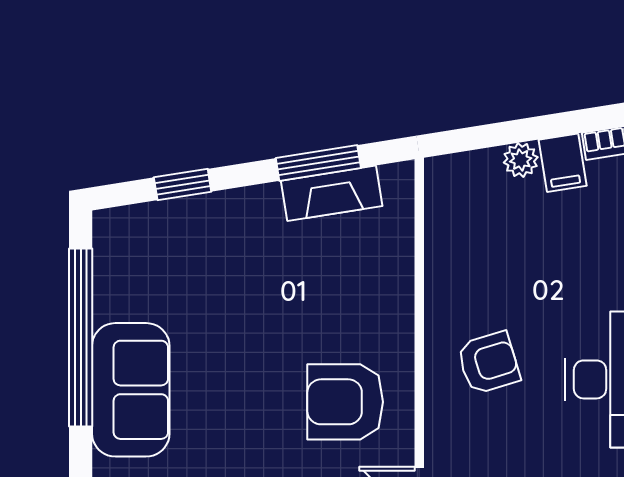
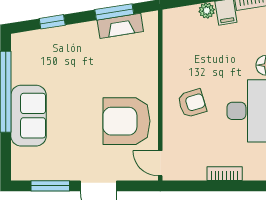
armchair: (345, 402) -> (127, 121), width x1.36, depth x1.36

